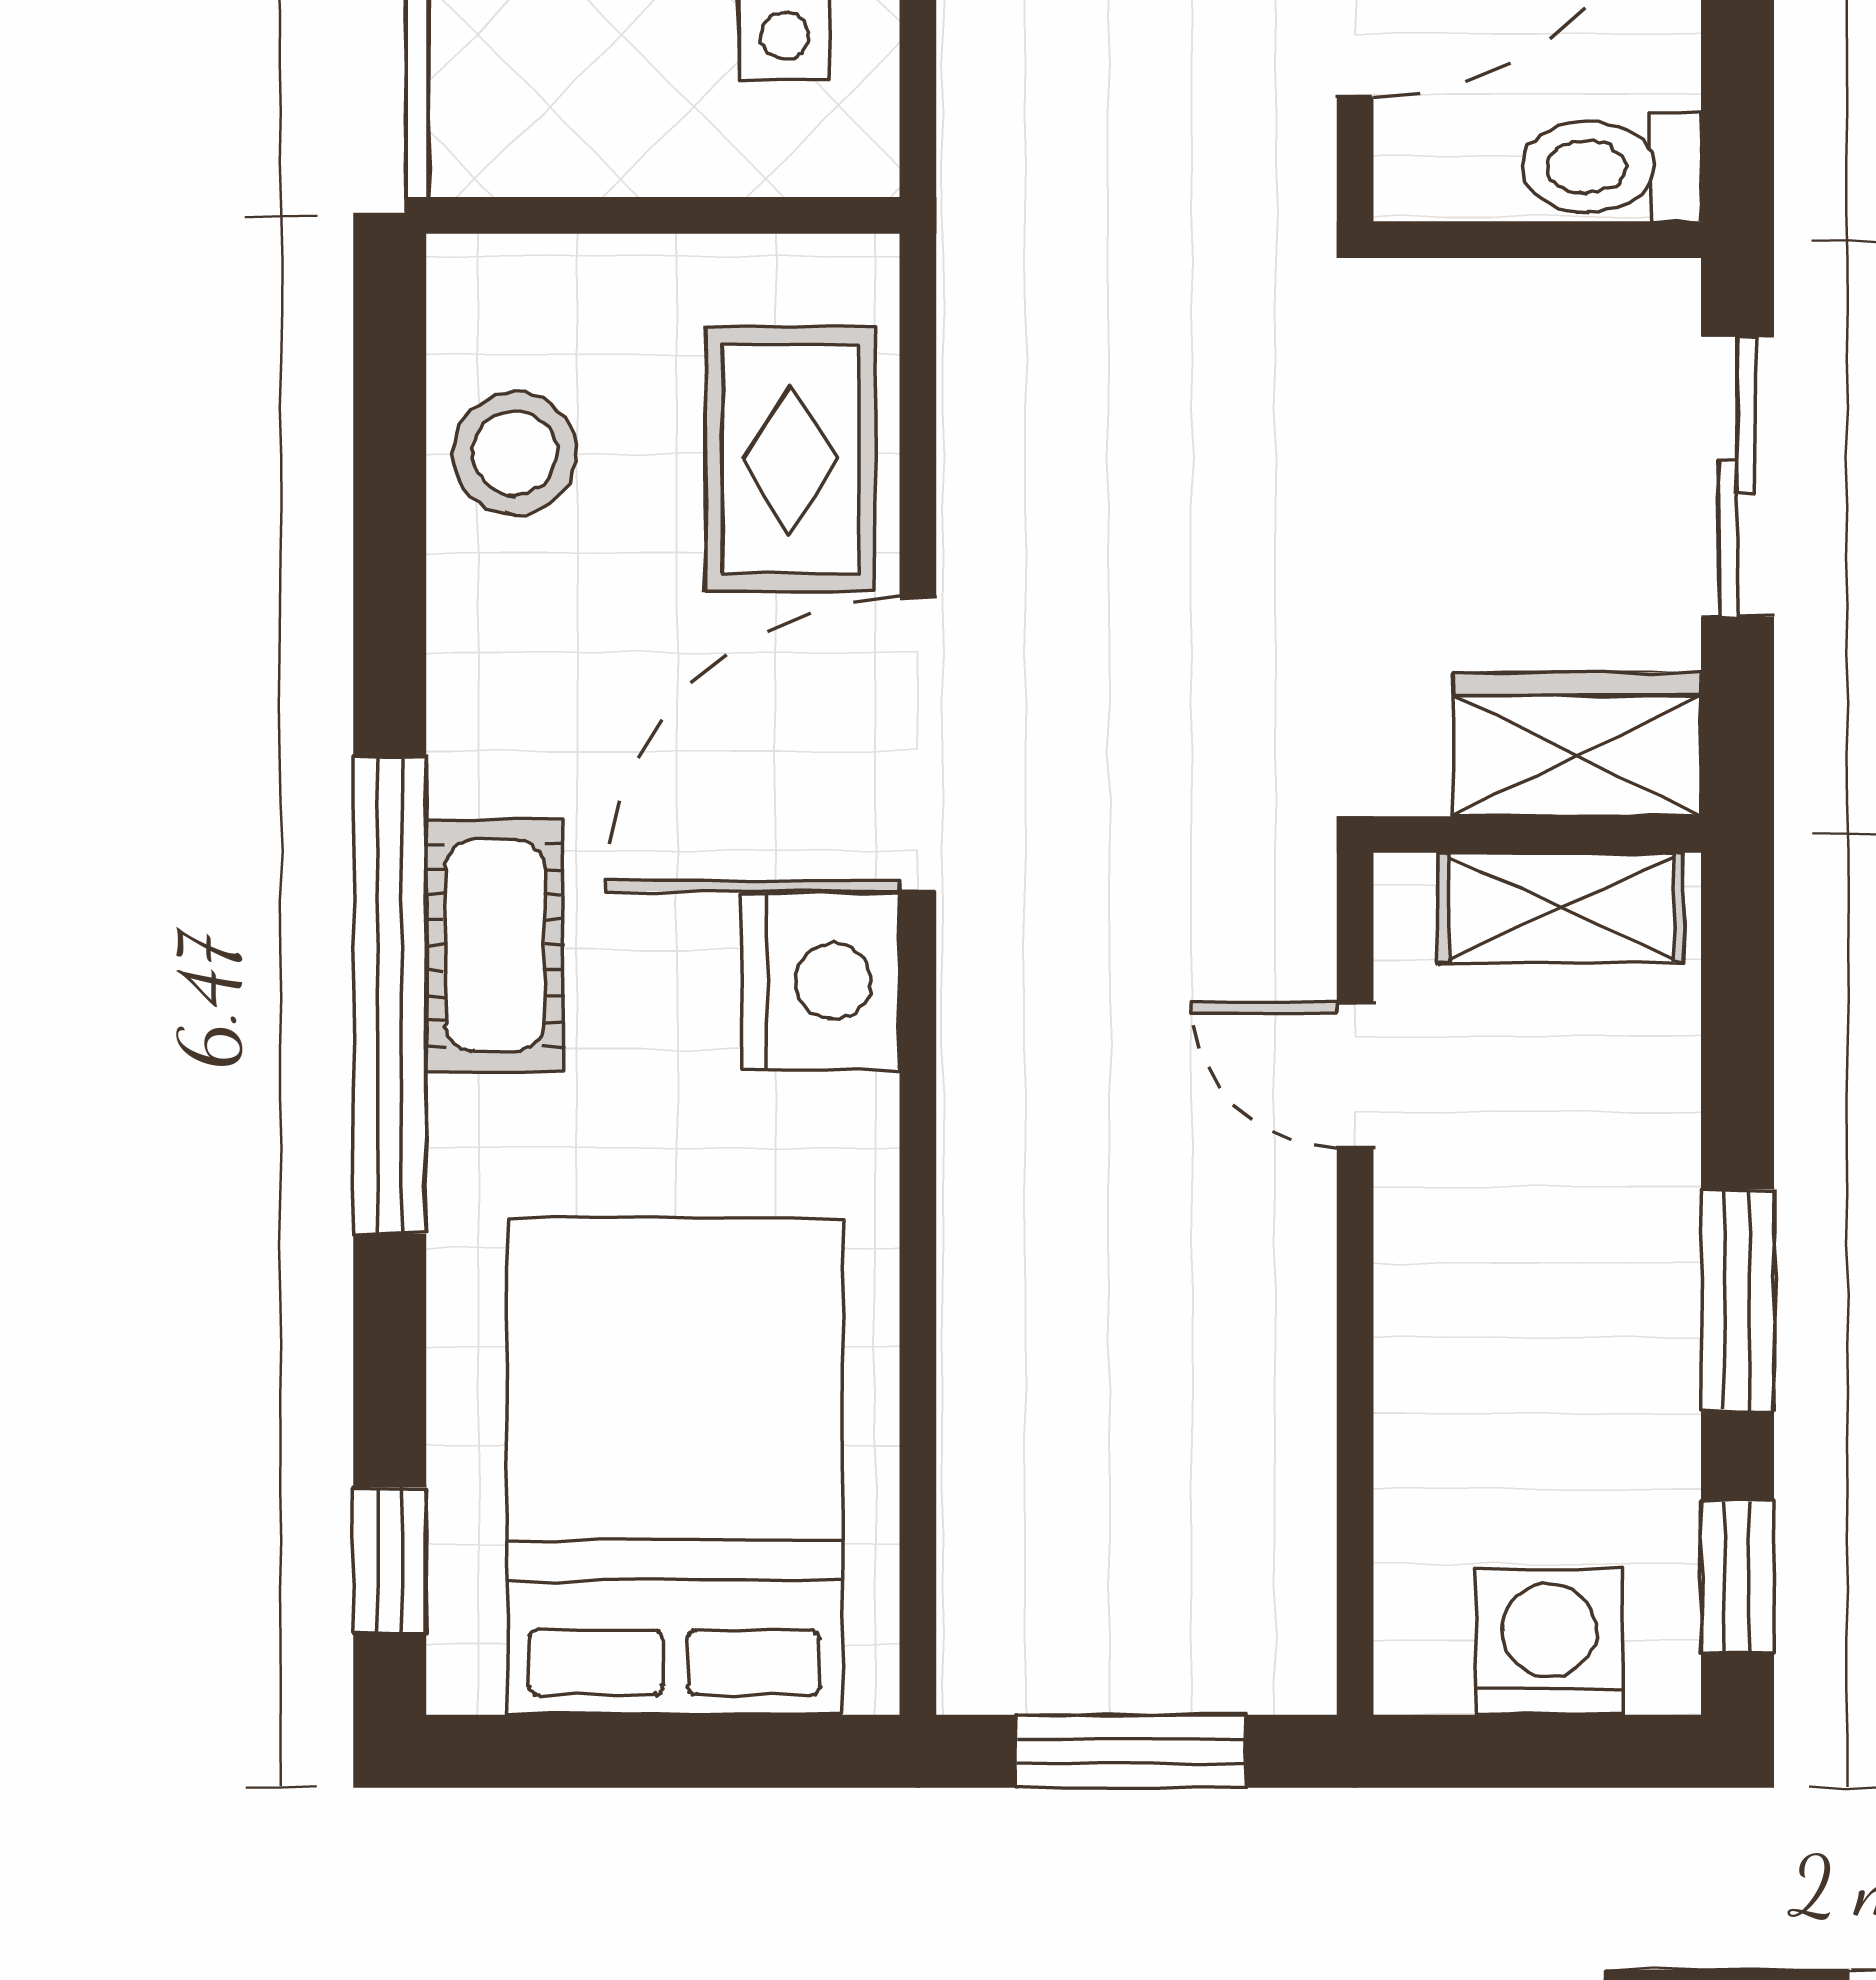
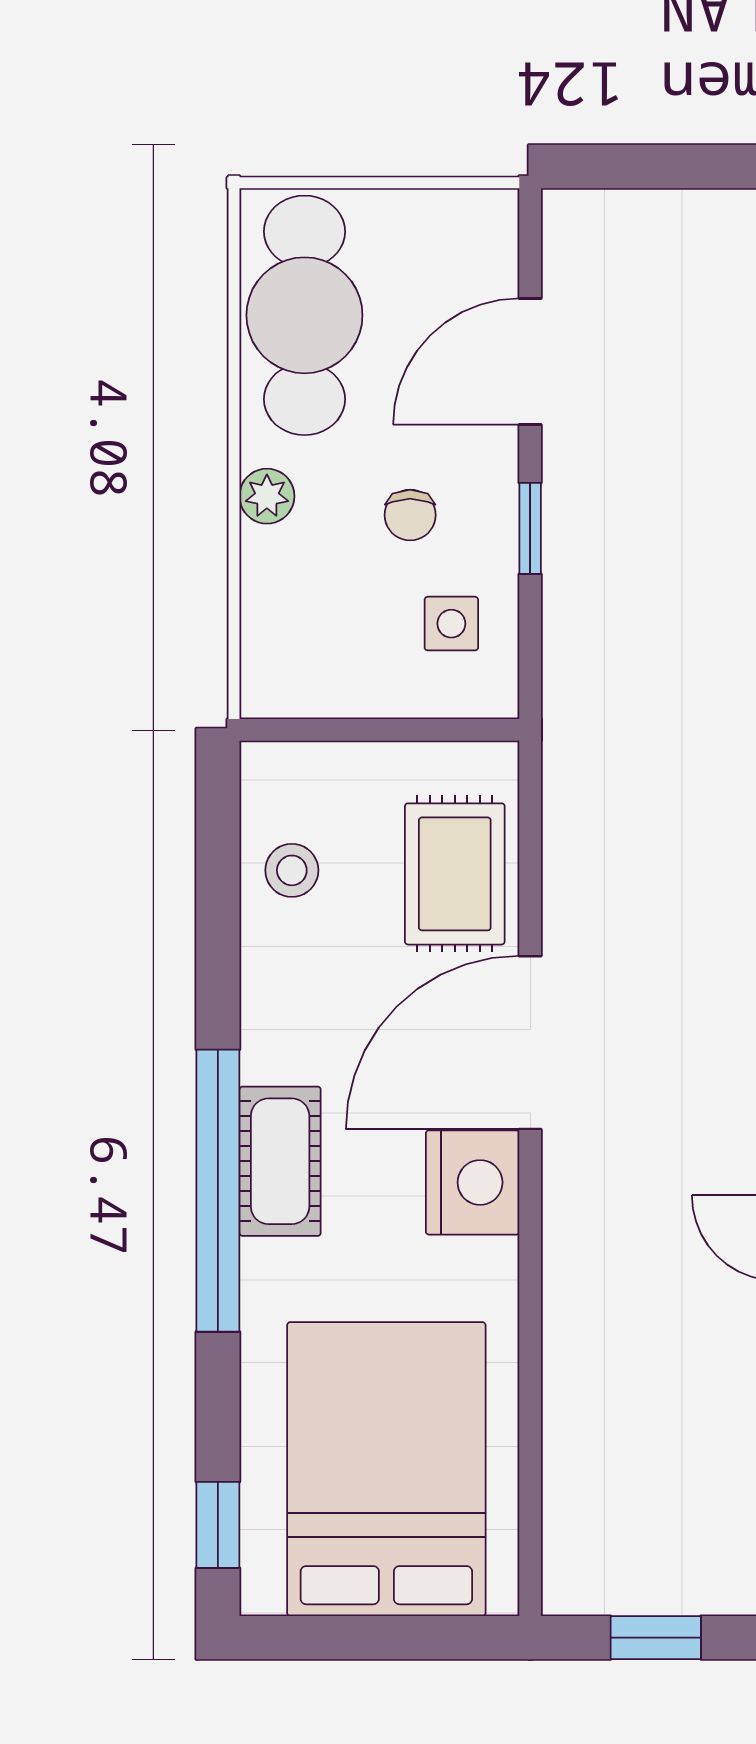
stool: (515, 453) -> (292, 870), width x0.73, depth x0.73
window: (1130, 1751) -> (656, 1638), width x0.67

